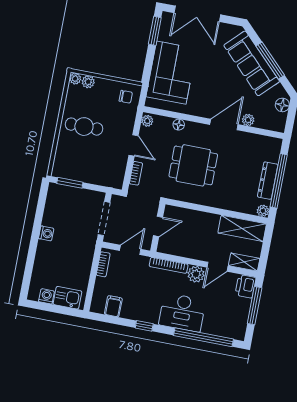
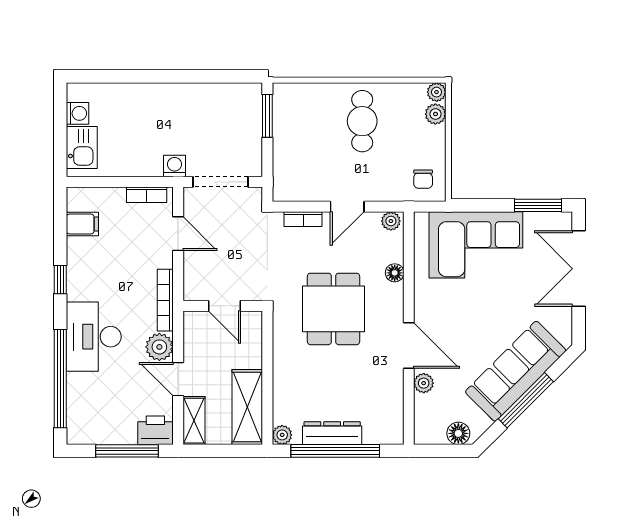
door: (158, 226) -> (225, 306), moved
wall: (158, 227) -> (223, 306), moved
washing machine: (46, 233) -> (174, 166), moved, turned 180

